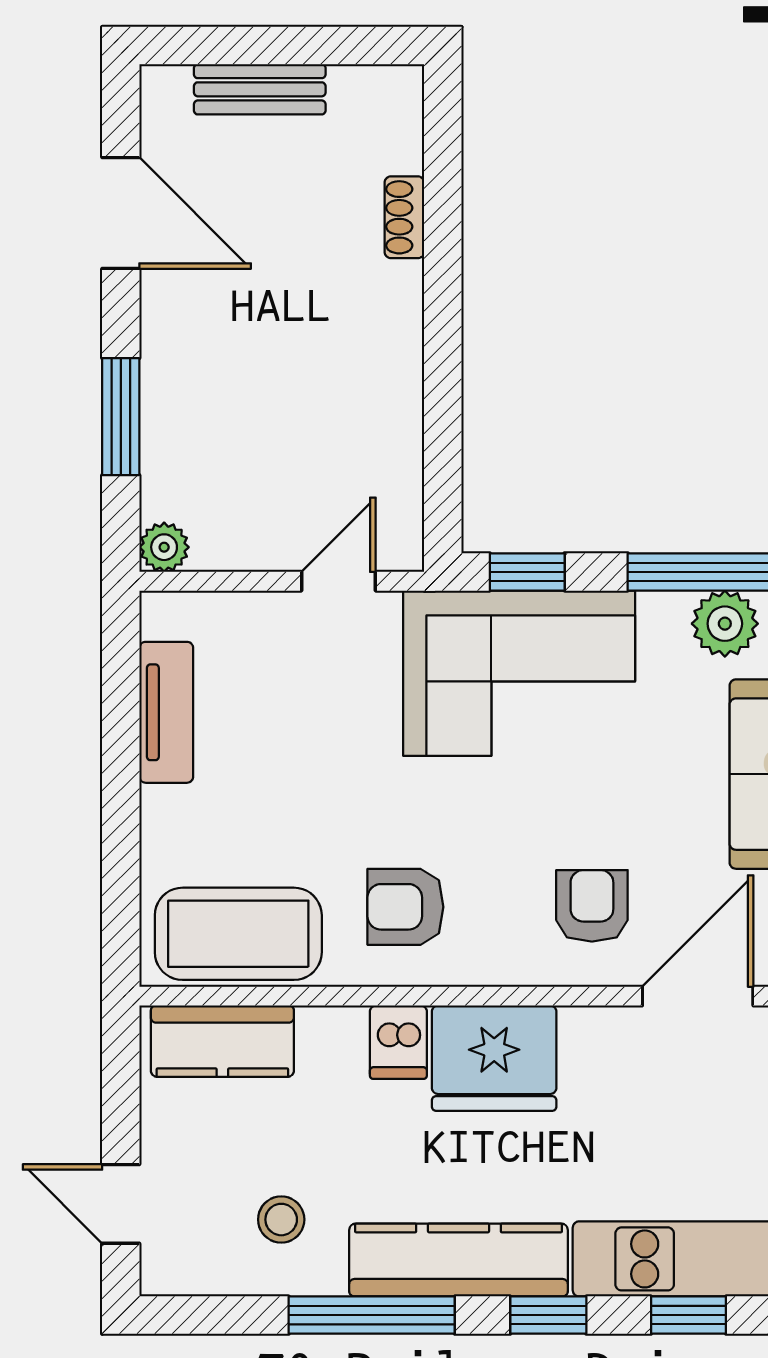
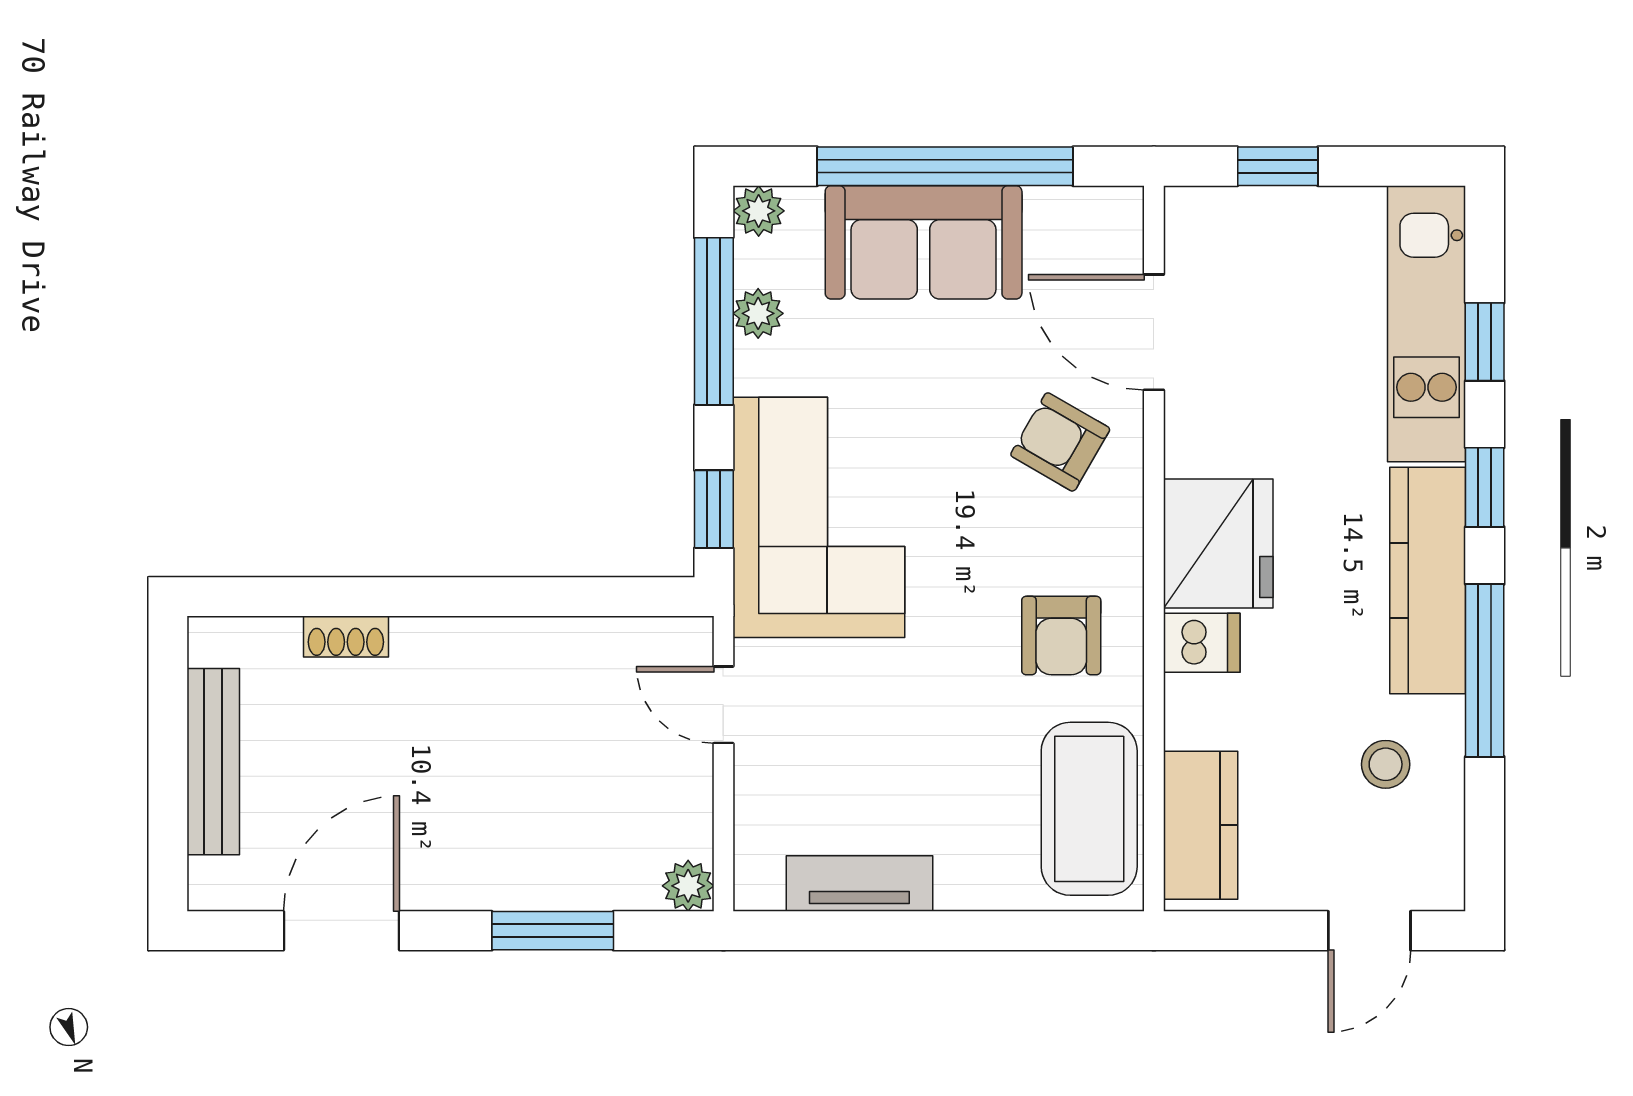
bench: (260, 89) -> (213, 762), width x1.36
plant: (725, 624) -> (758, 313), width x0.73, depth x0.73
armchair: (592, 906) -> (1060, 442), turned 30

